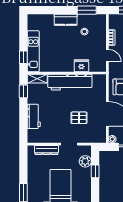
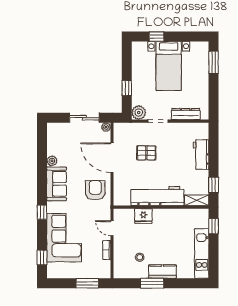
window: (87, 10) -> (152, 283), moved
kitchen unit: (33, 51) -> (202, 253), moved
plant: (85, 161) -> (139, 113), moved

